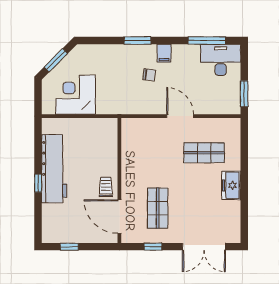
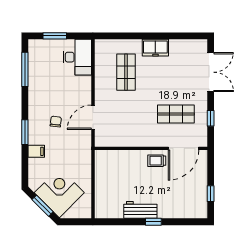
filing cabinet: (164, 53) -> (36, 151), moved
desk: (221, 60) -> (77, 57), moved, turned 180
window: (244, 94) -> (55, 36), moved
corner desk: (76, 95) -> (59, 193), moved, turned 135
door: (180, 116) -> (93, 117), moved
workbench: (54, 169) -> (140, 210), width x0.53, depth x0.76

